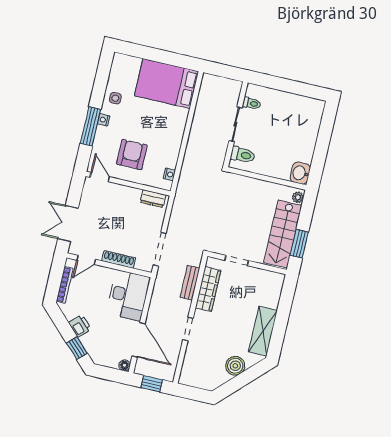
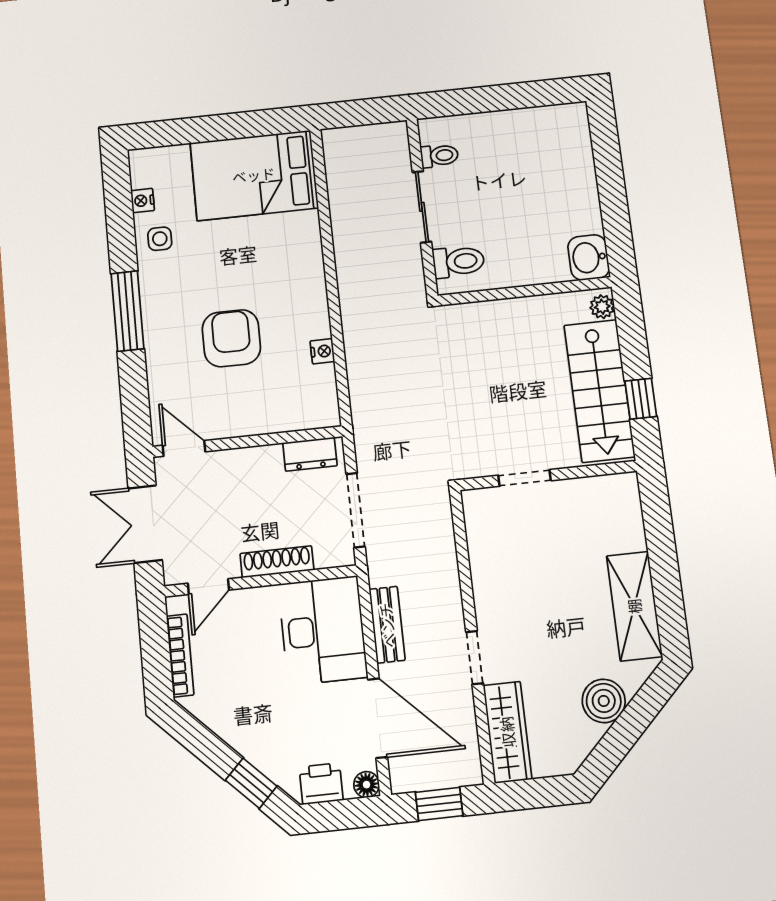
nightstand: (104, 120) -> (143, 201), moved
door: (100, 177) -> (184, 448), moved
wall: (128, 184) -> (247, 442), moved
dresser: (153, 199) -> (310, 454), moved
window: (299, 244) -> (641, 399), width x0.67
bench: (190, 283) -> (387, 625), moved
wardrobe: (208, 289) -> (507, 732), moved
printer: (80, 326) -> (321, 784), moved, turned -45

